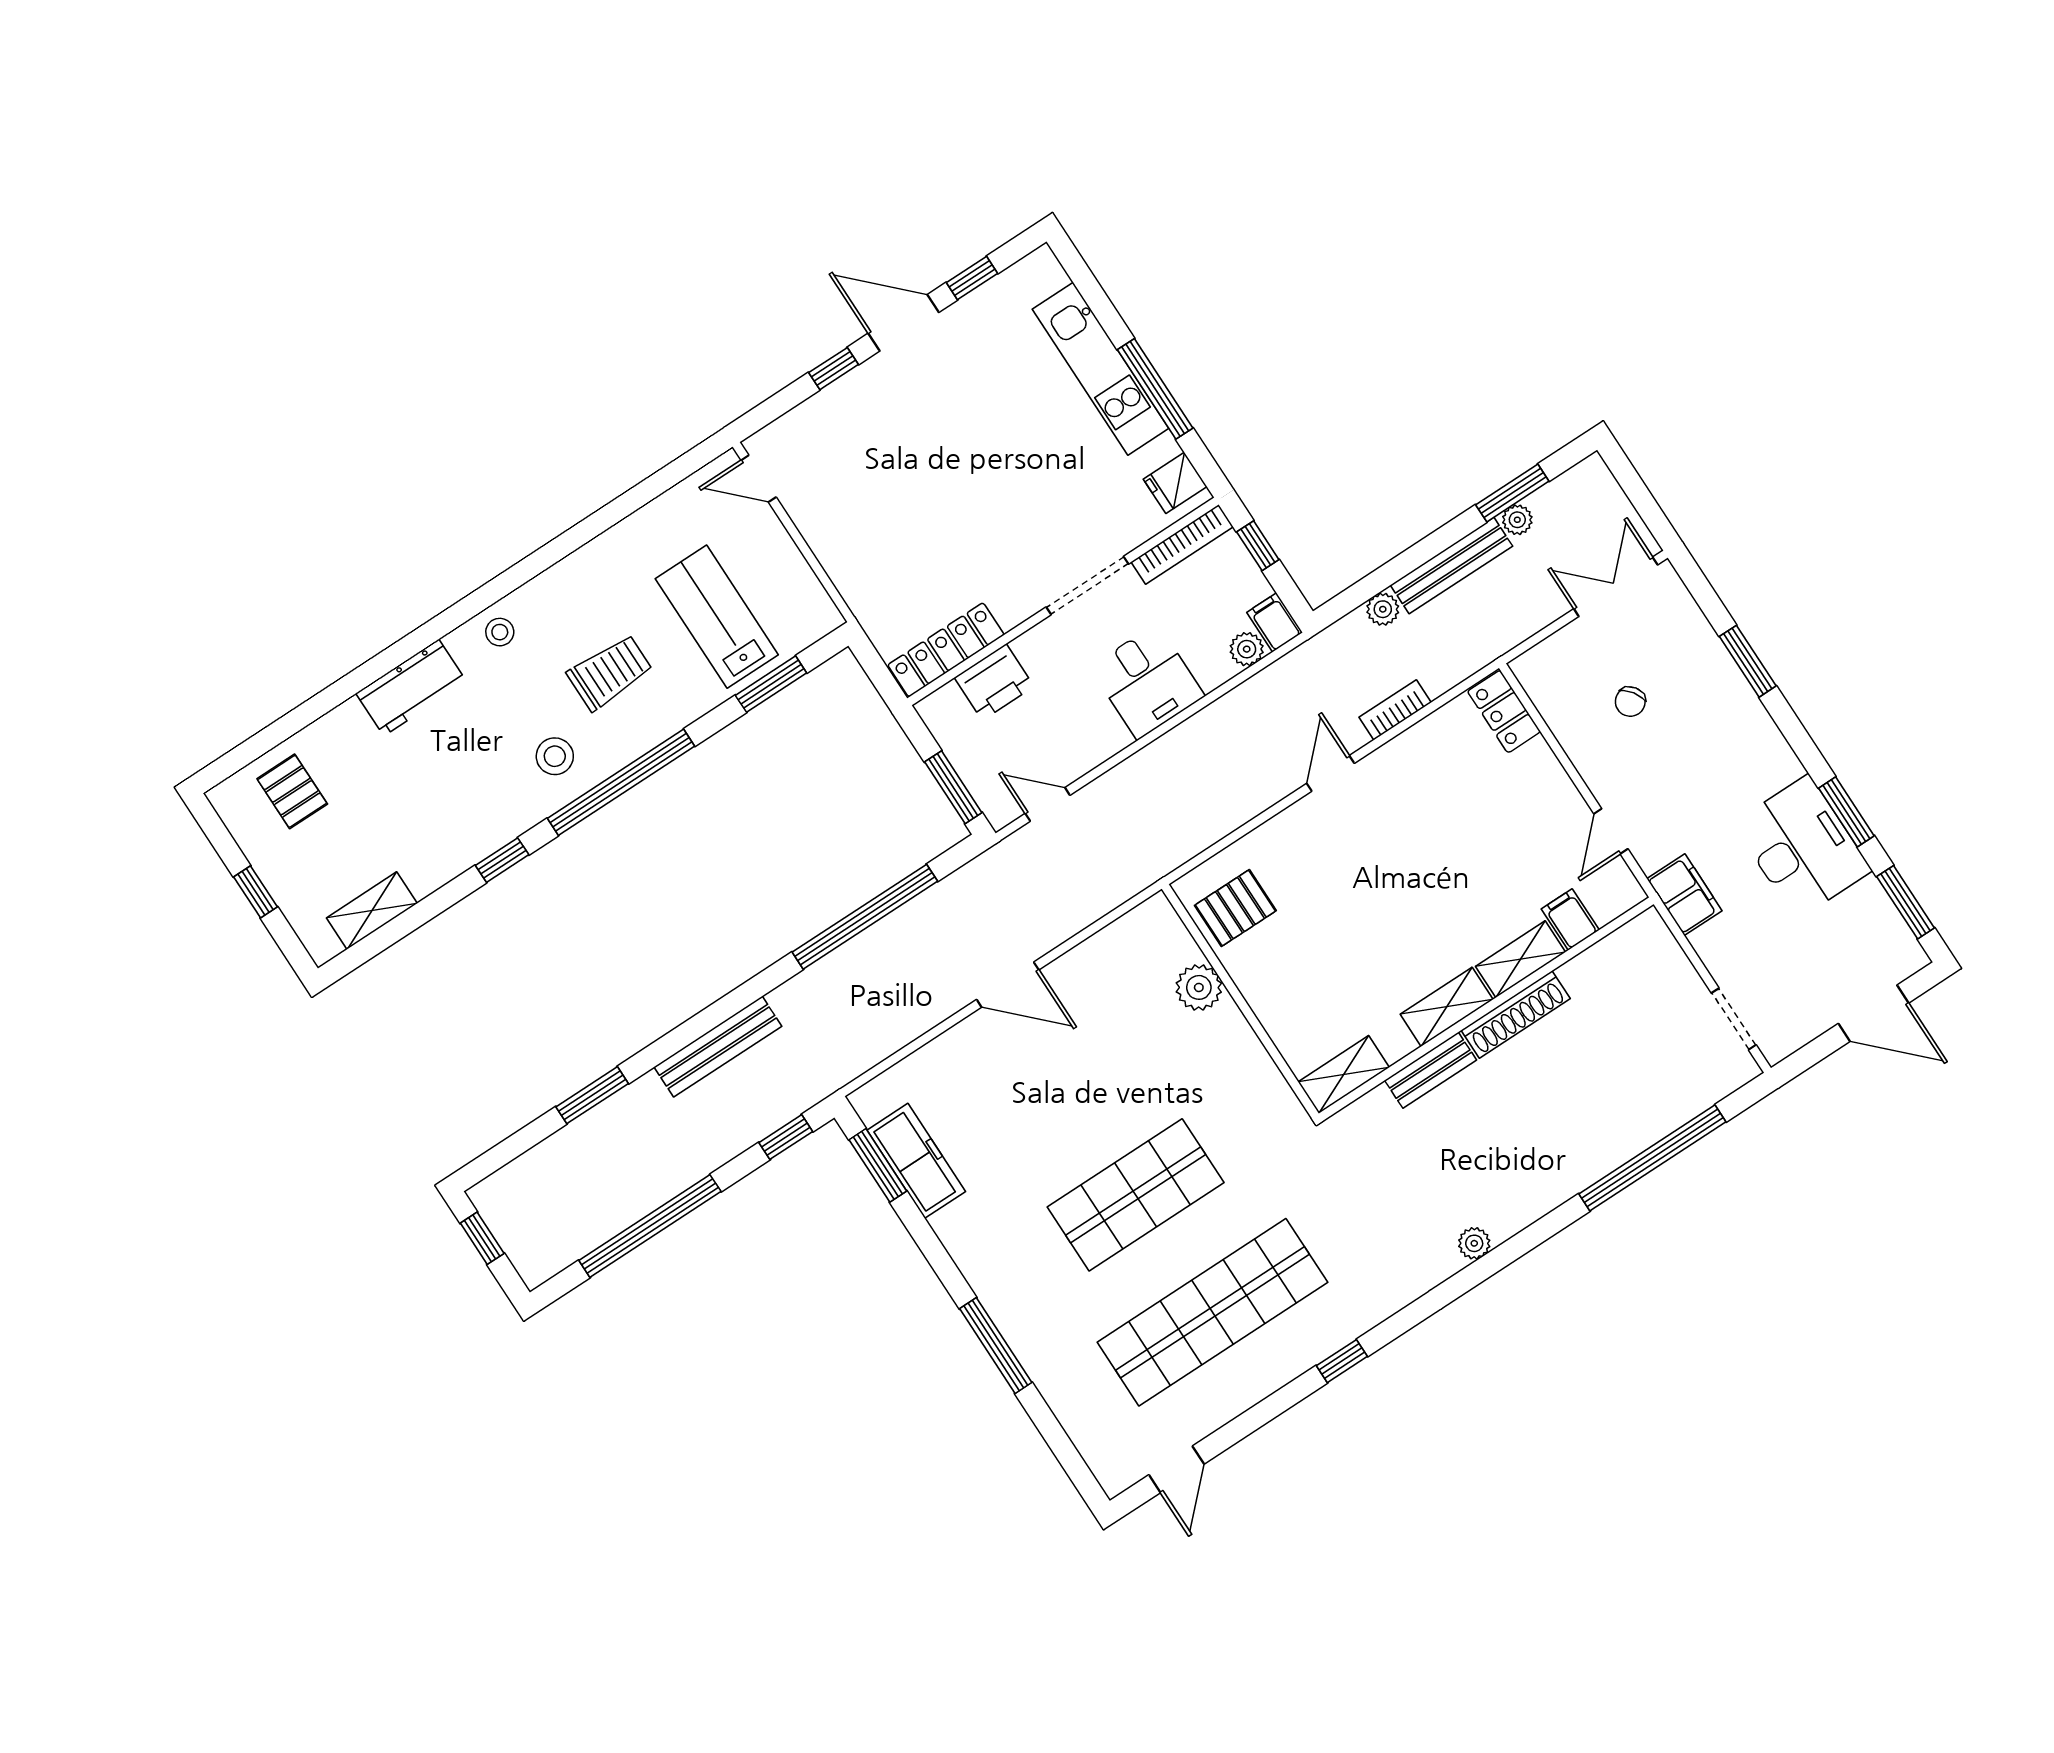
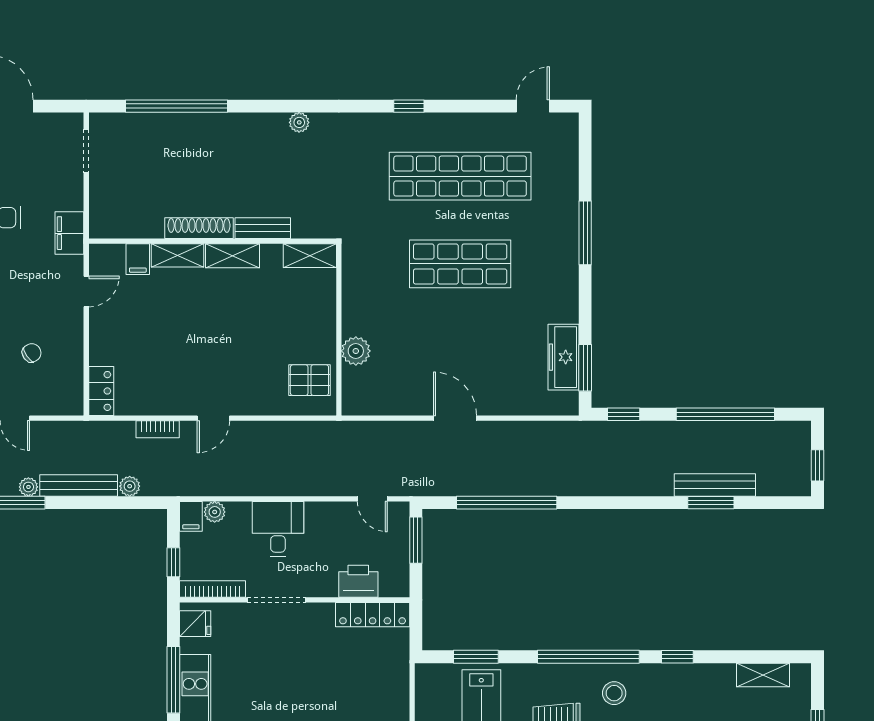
bench: (718, 1047) -> (715, 485), moved

